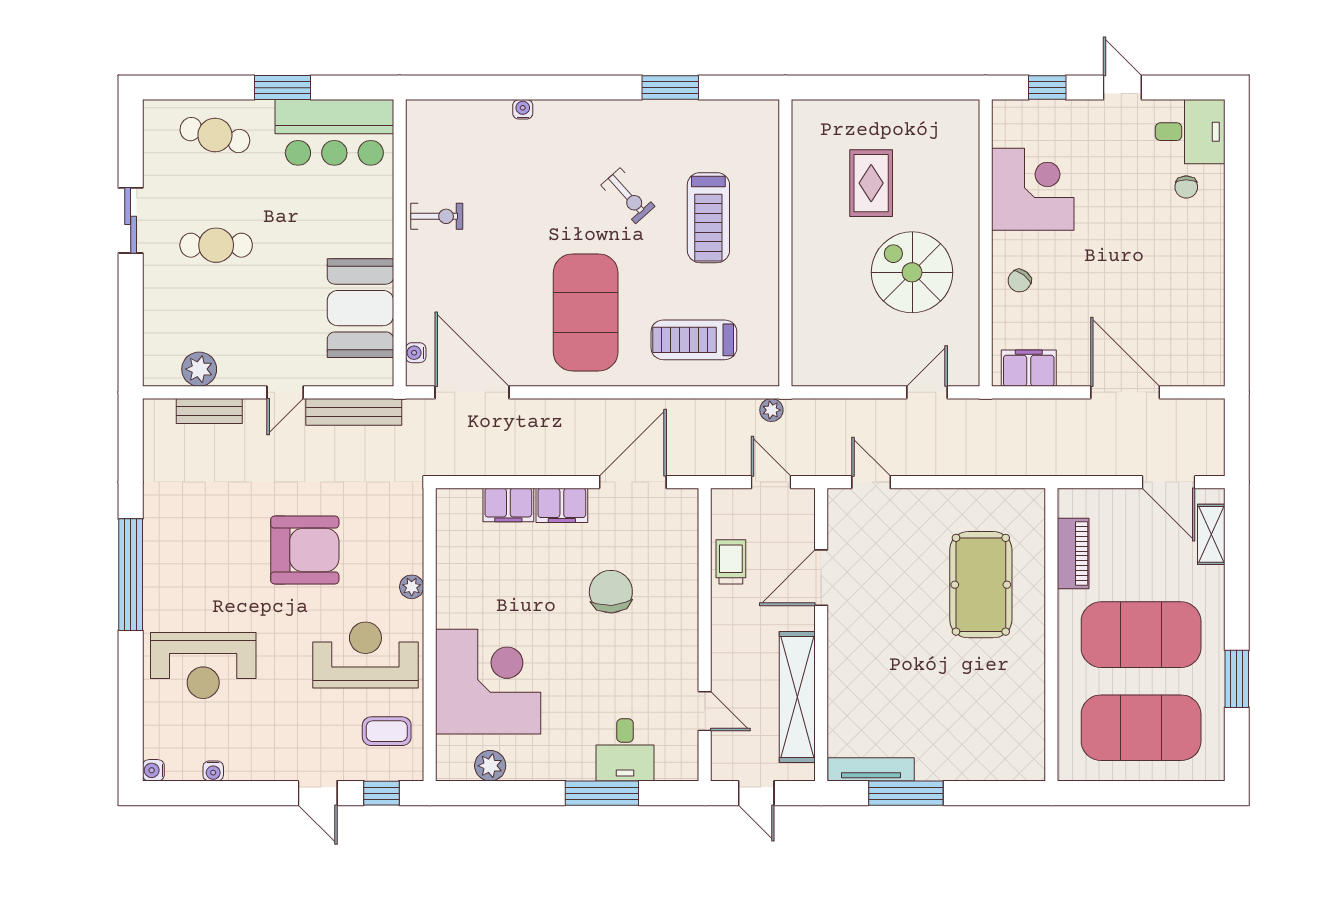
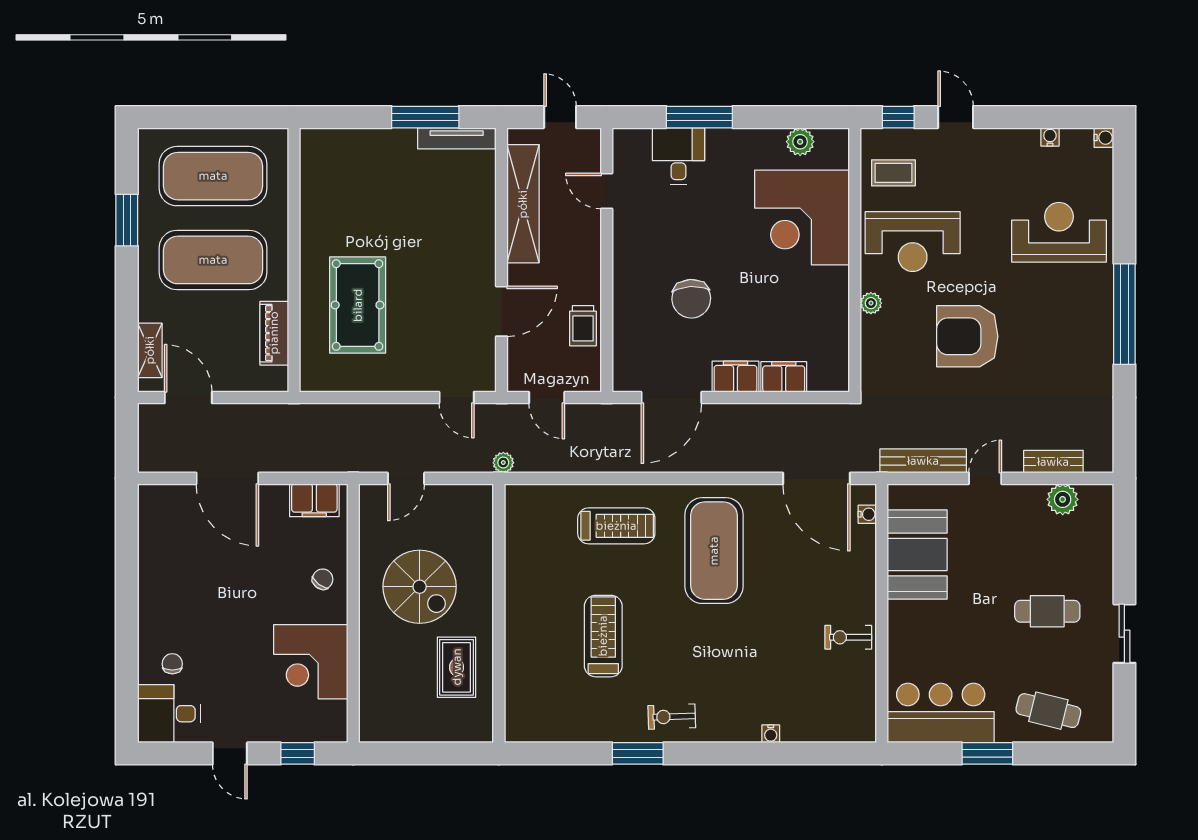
exercise bike: (628, 196) -> (672, 717), moved, turned -50
wall: (785, 243) -> (499, 613), moved
plant: (771, 410) -> (503, 463), moved

